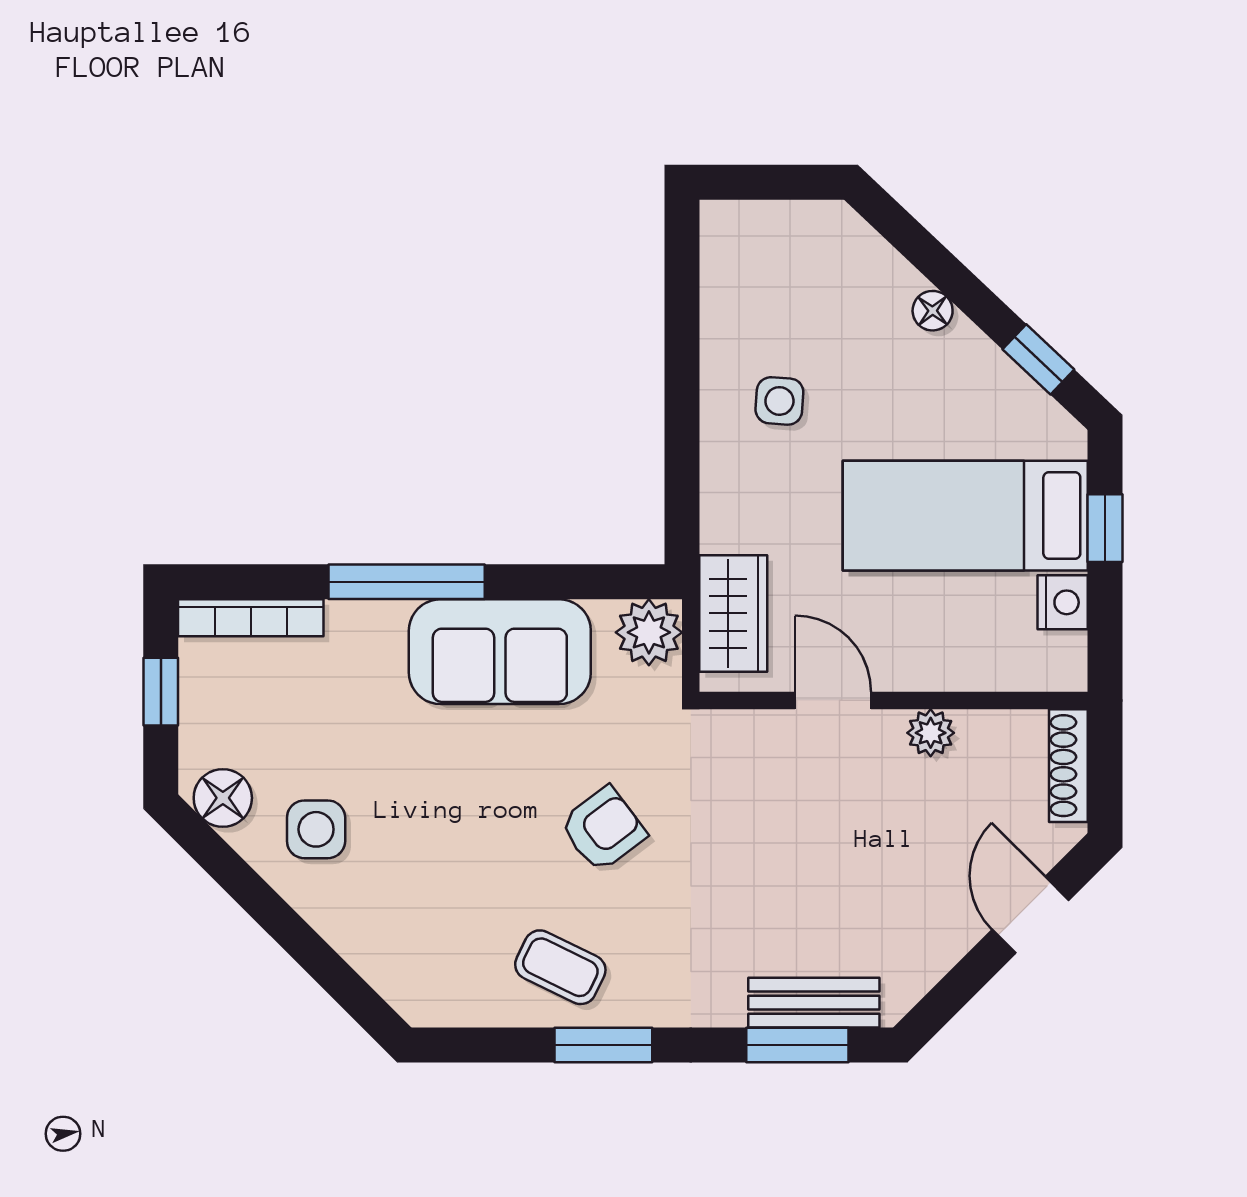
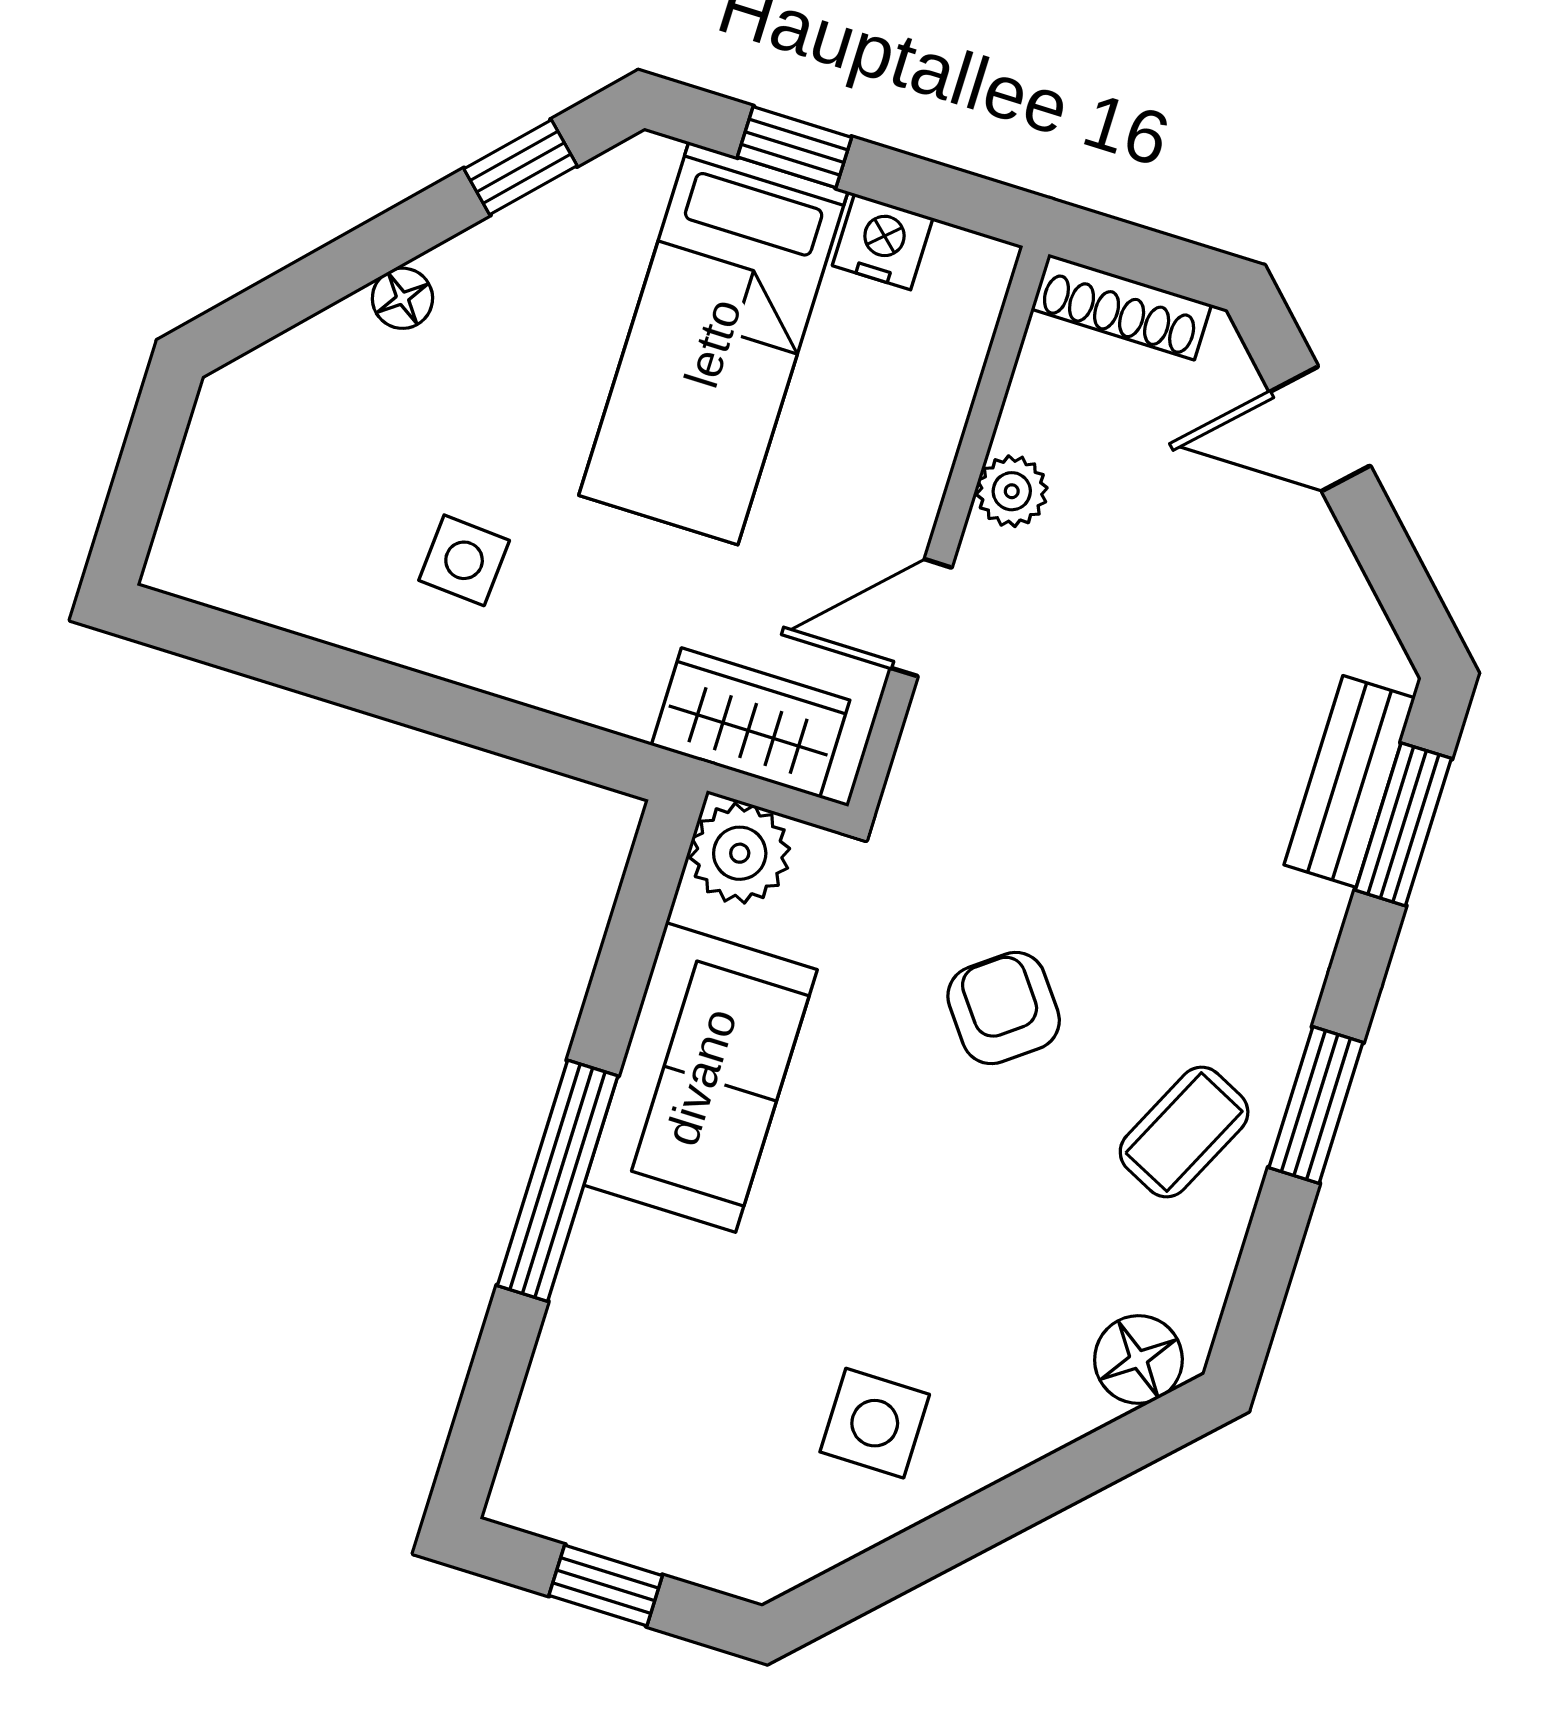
bookcase: (251, 618) -> (539, 1422), removed
floor lamp: (223, 798) -> (1138, 1359), moved

